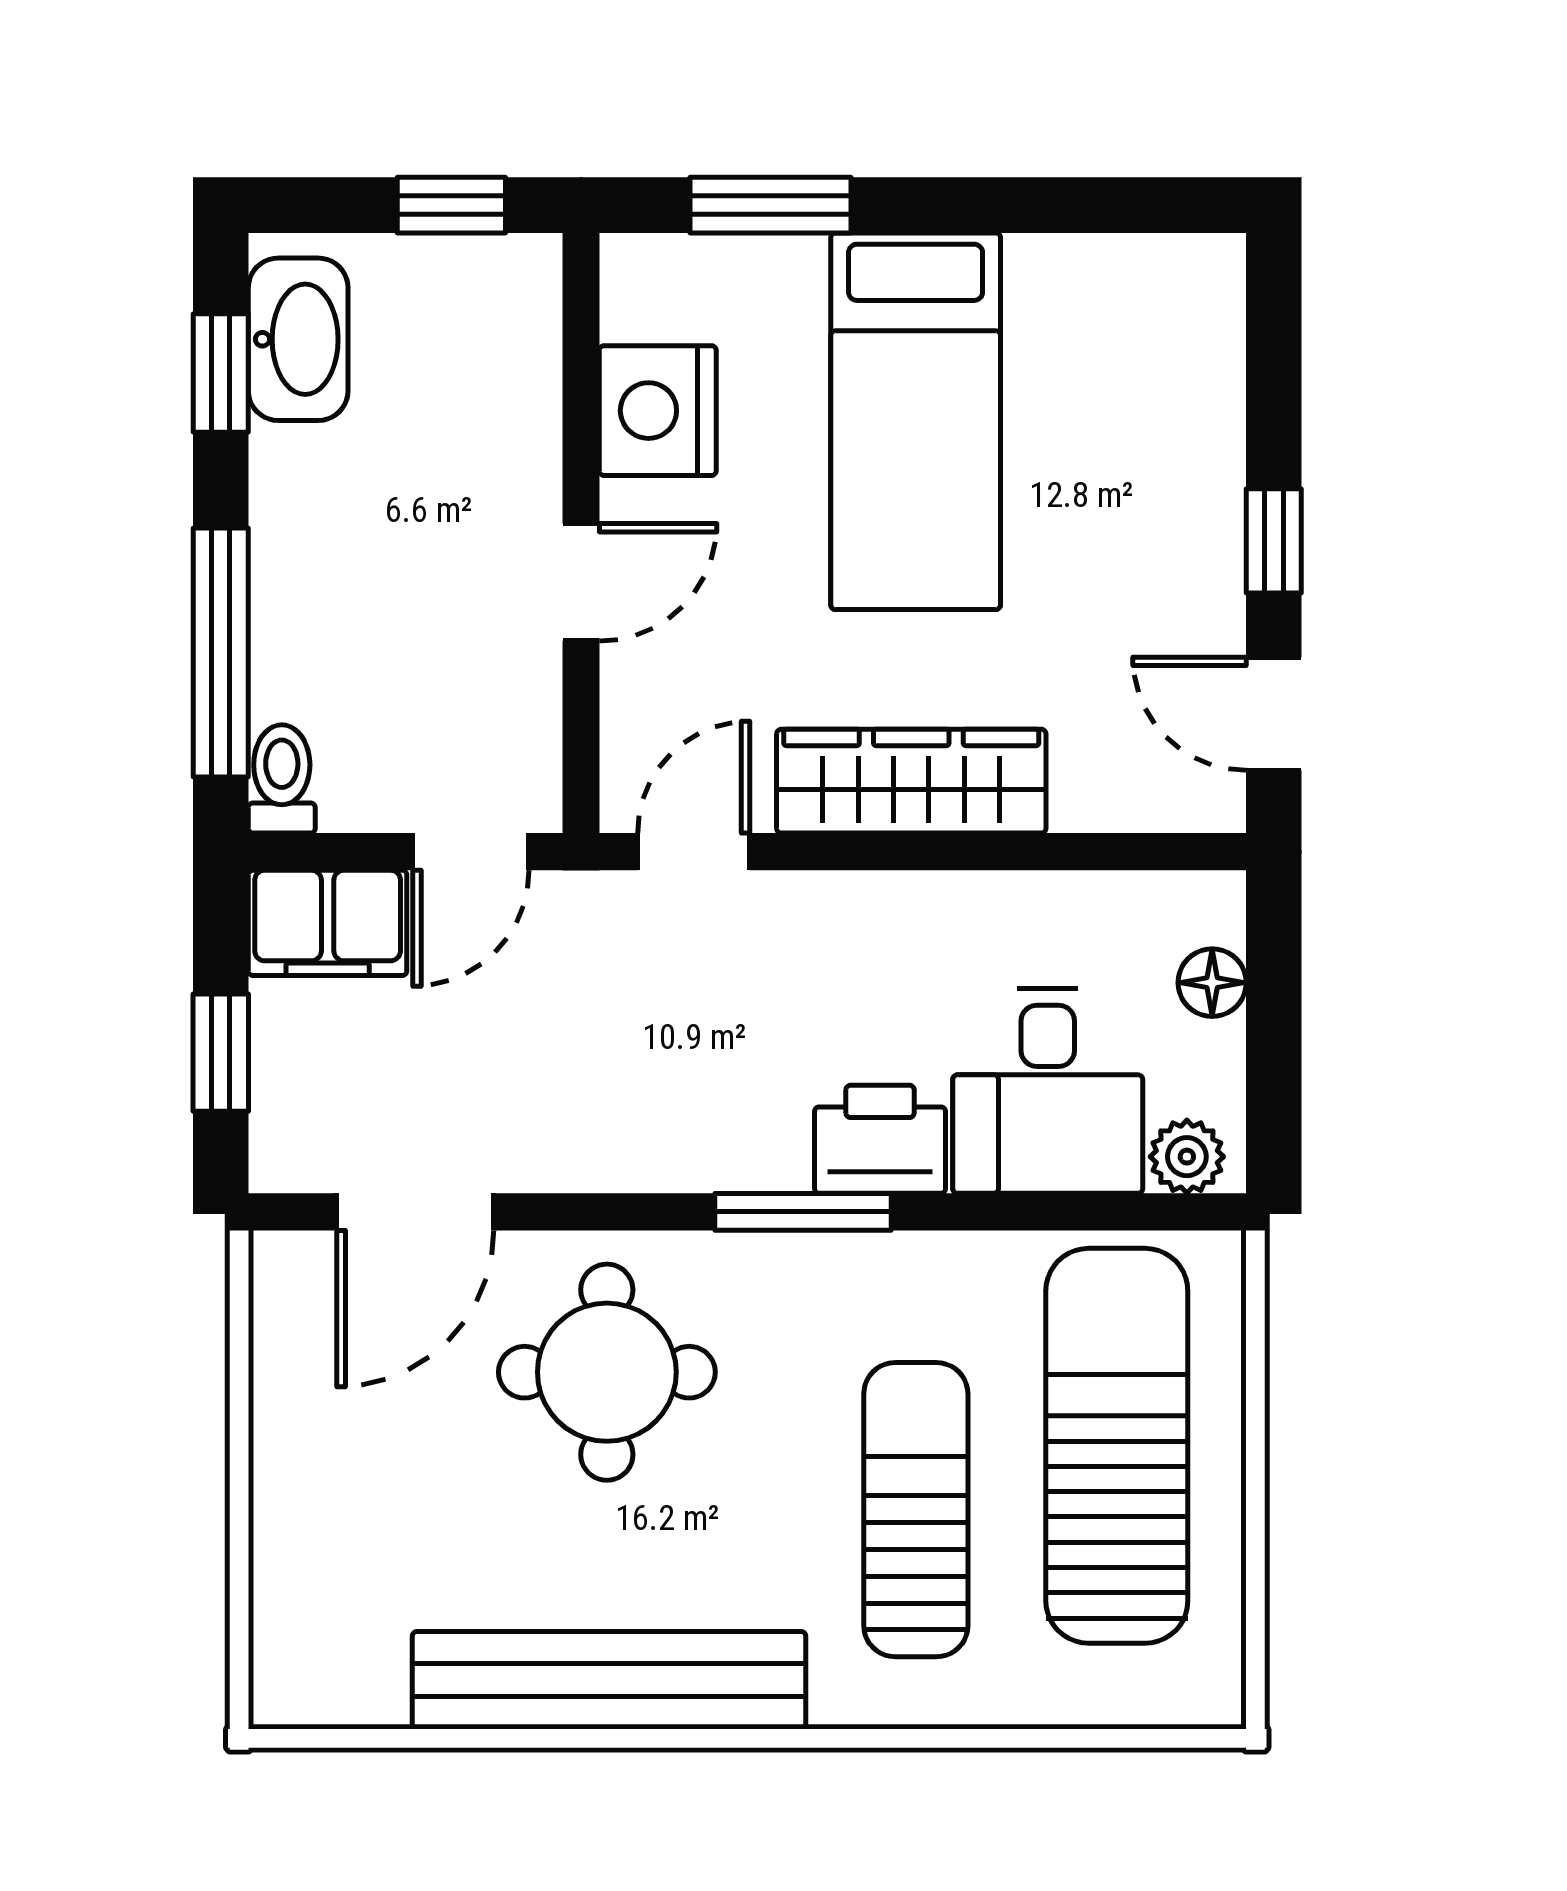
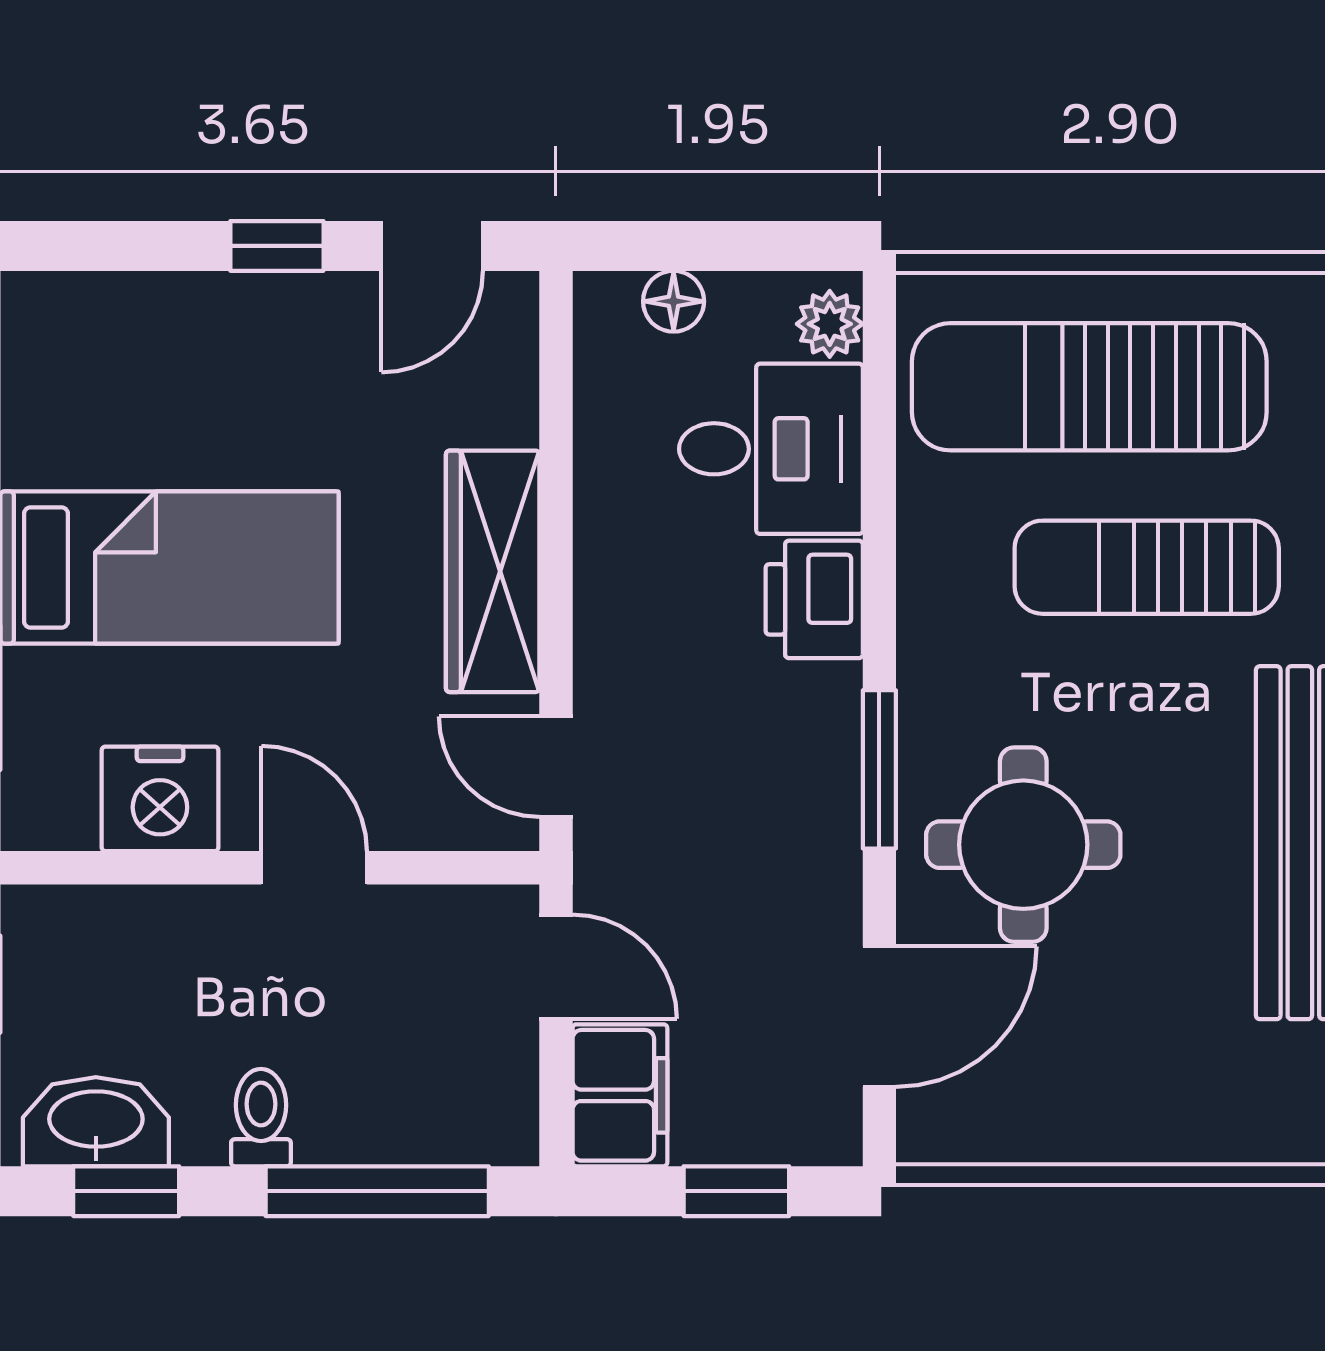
toilet: (282, 779) -> (261, 1118), moved, turned 90
door: (415, 1212) -> (879, 1017), hinge flipped
window: (803, 1212) -> (879, 769), moved

